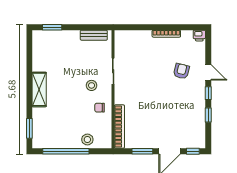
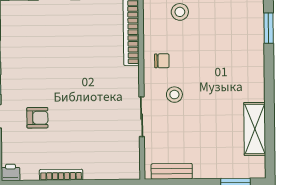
armchair: (181, 71) -> (37, 118), turned -104
shelving: (39, 89) -> (255, 129), moved

